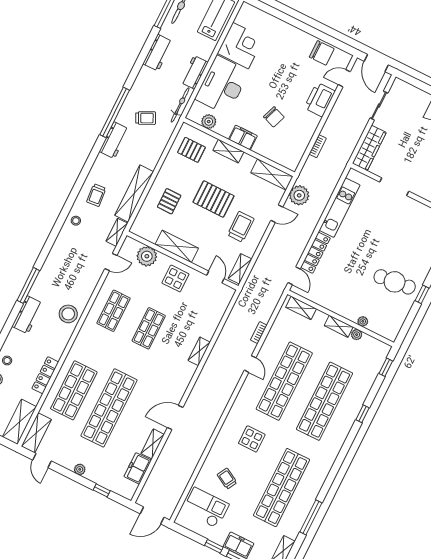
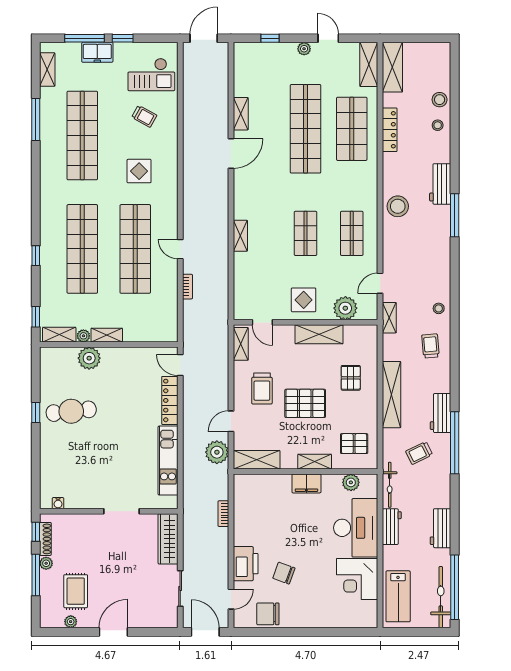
chair: (274, 117) -> (284, 573), moved
shelving: (134, 193) -> (392, 395), moved
shelving: (301, 308) -> (59, 335), moved
plant: (363, 321) -> (89, 358), width x1.88, depth x1.88
door: (42, 461) -> (328, 38), moved
freezer: (138, 468) -> (244, 80), removed

